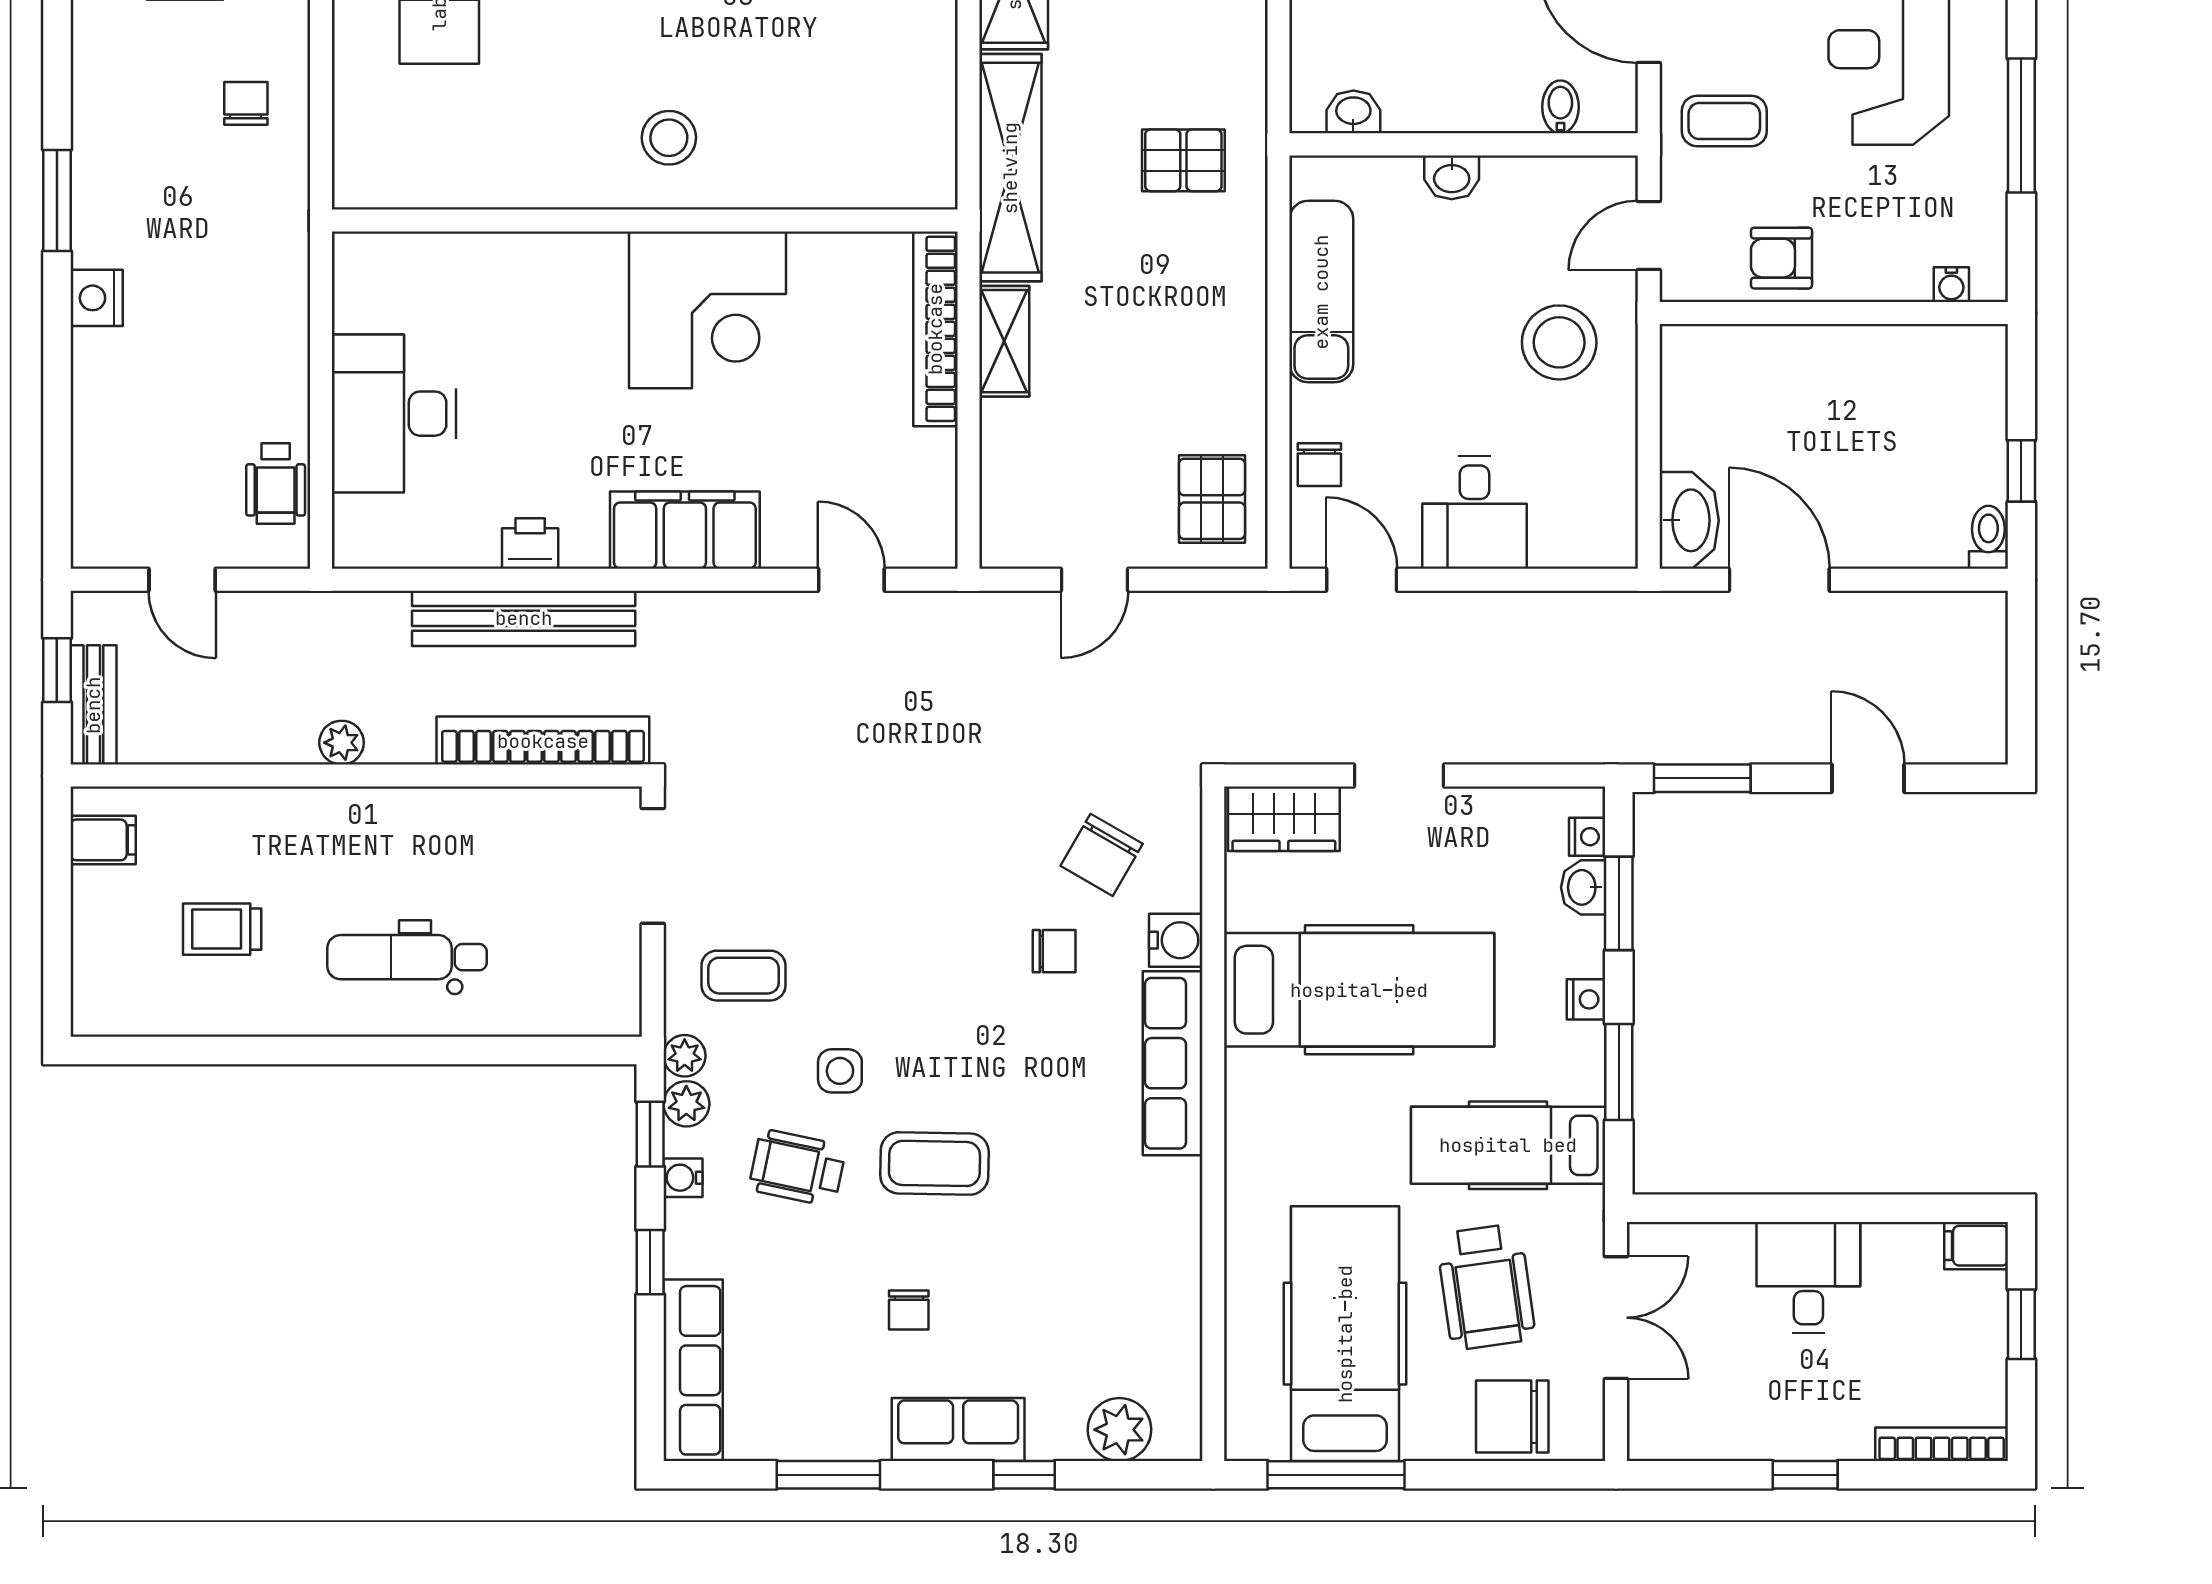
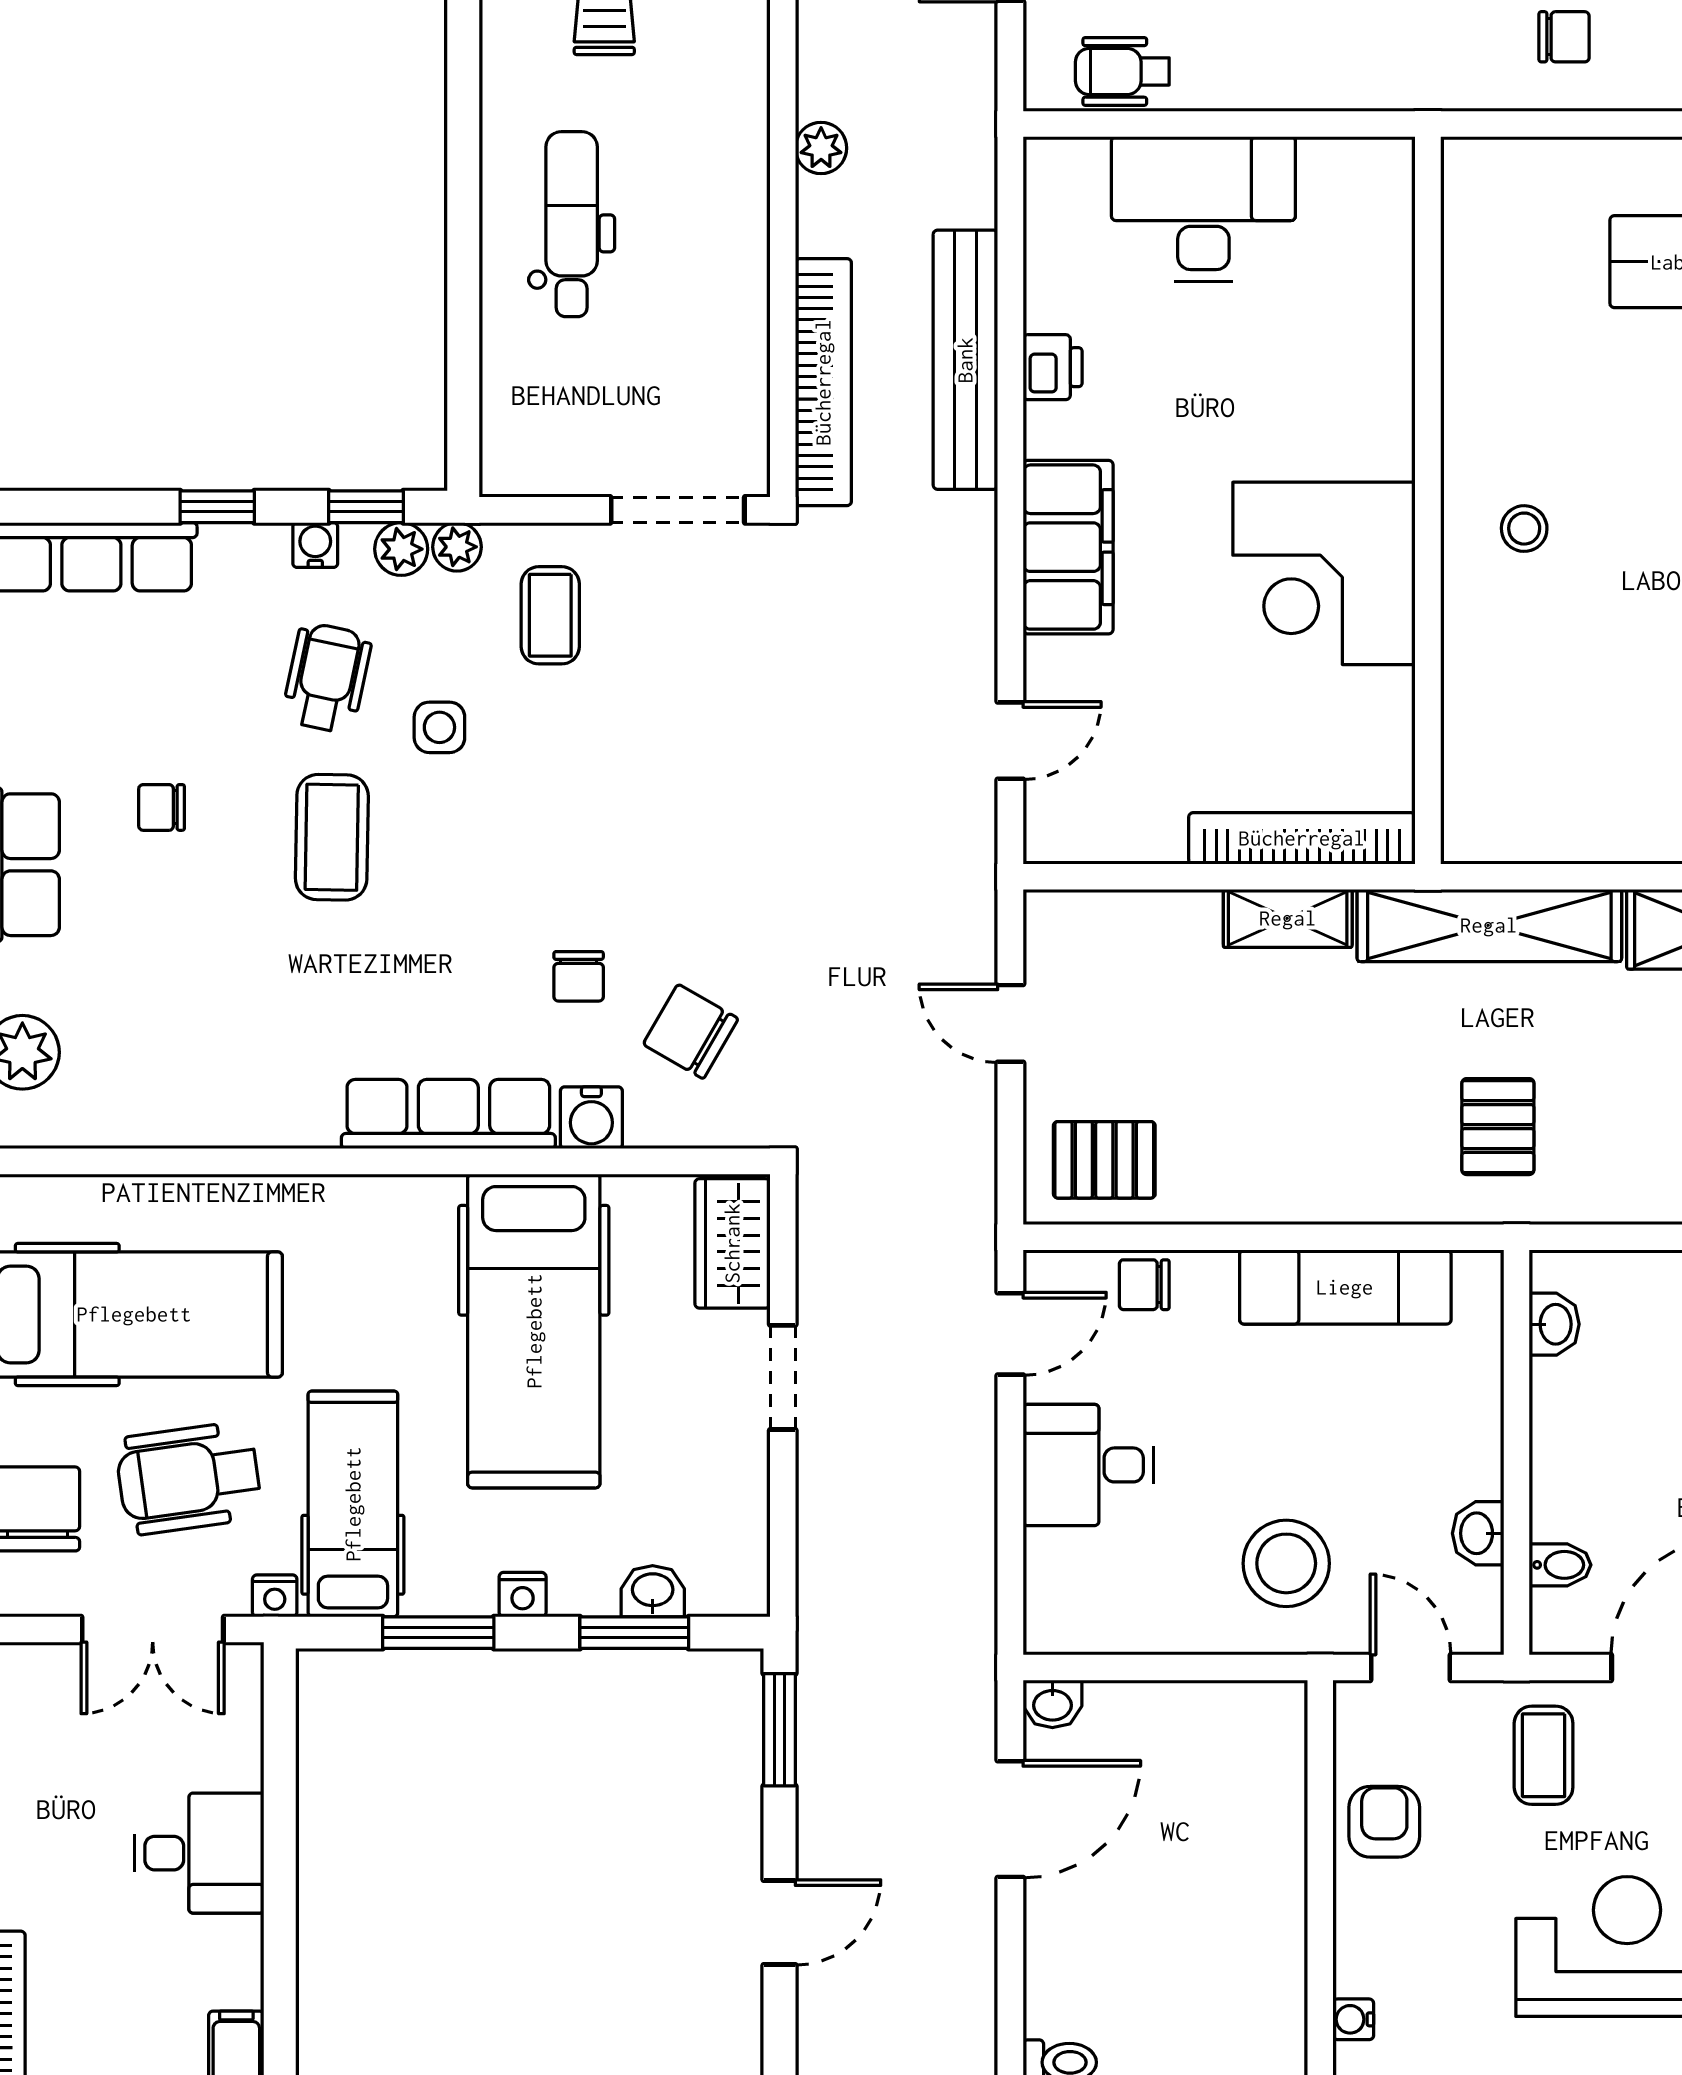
stool: (669, 138) -> (1524, 529), width x0.73, depth x0.73
washbasin: (1452, 177) -> (1478, 1533), moved
washbasin: (1689, 520) -> (1052, 1704), width x0.52, depth x0.69
nightstand: (1587, 837) -> (275, 1596), moved

